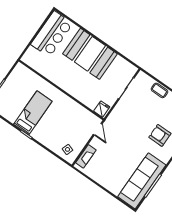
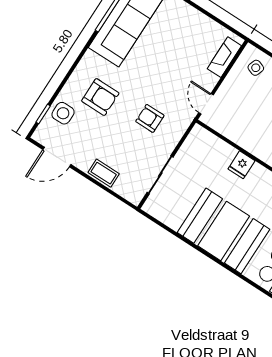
fridge: (102, 109) -> (241, 165), moved
armchair: (131, 122) -> (150, 118), added

